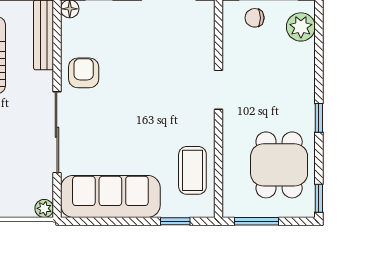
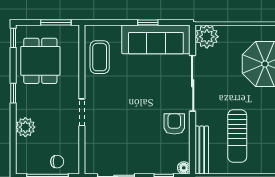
plant: (301, 27) -> (25, 127), moved
armchair: (84, 73) -> (174, 124), turned 180
plant: (44, 208) -> (207, 37), width x1.88, depth x1.88
window: (175, 221) -> (148, 22), moved

